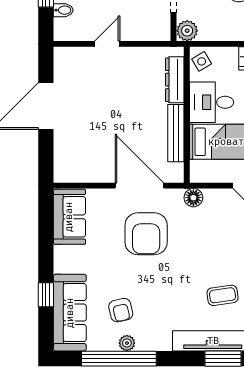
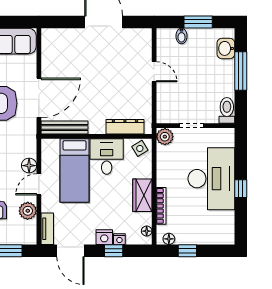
bench: (176, 133) -> (64, 128), moved
floor lamp: (193, 198) -> (29, 166), moved

